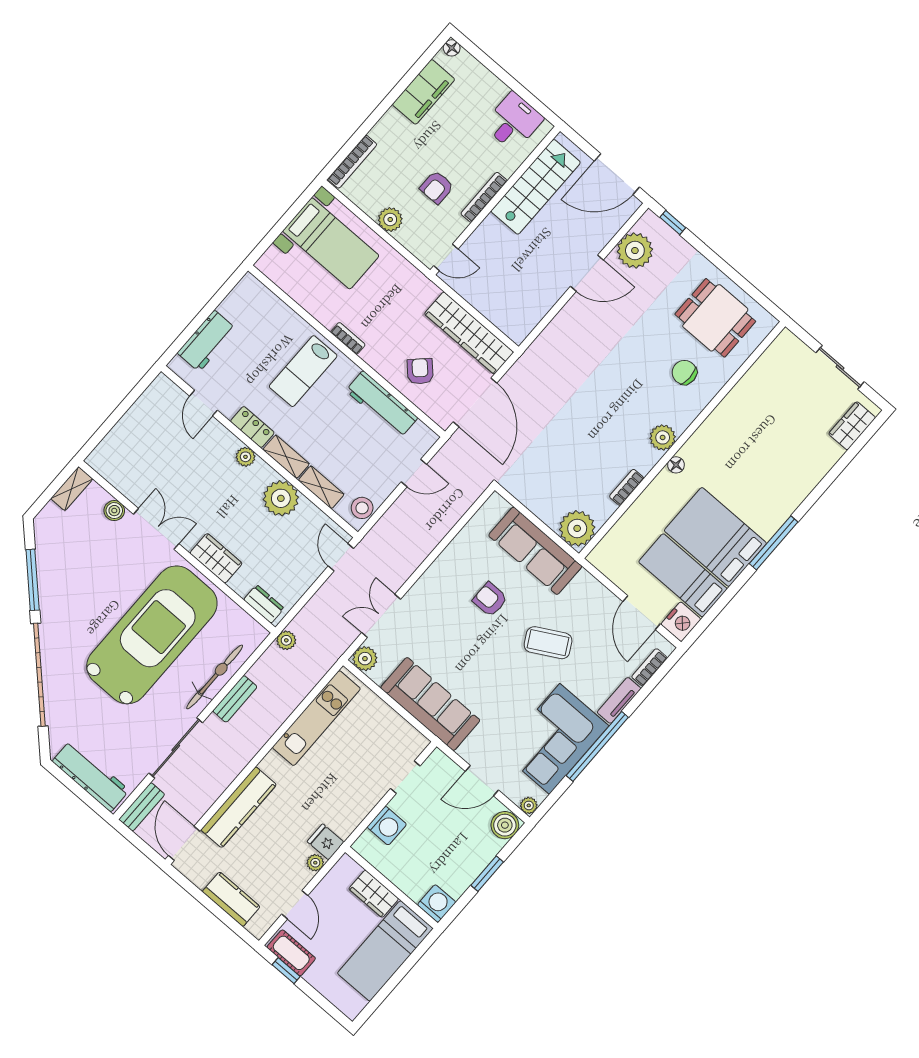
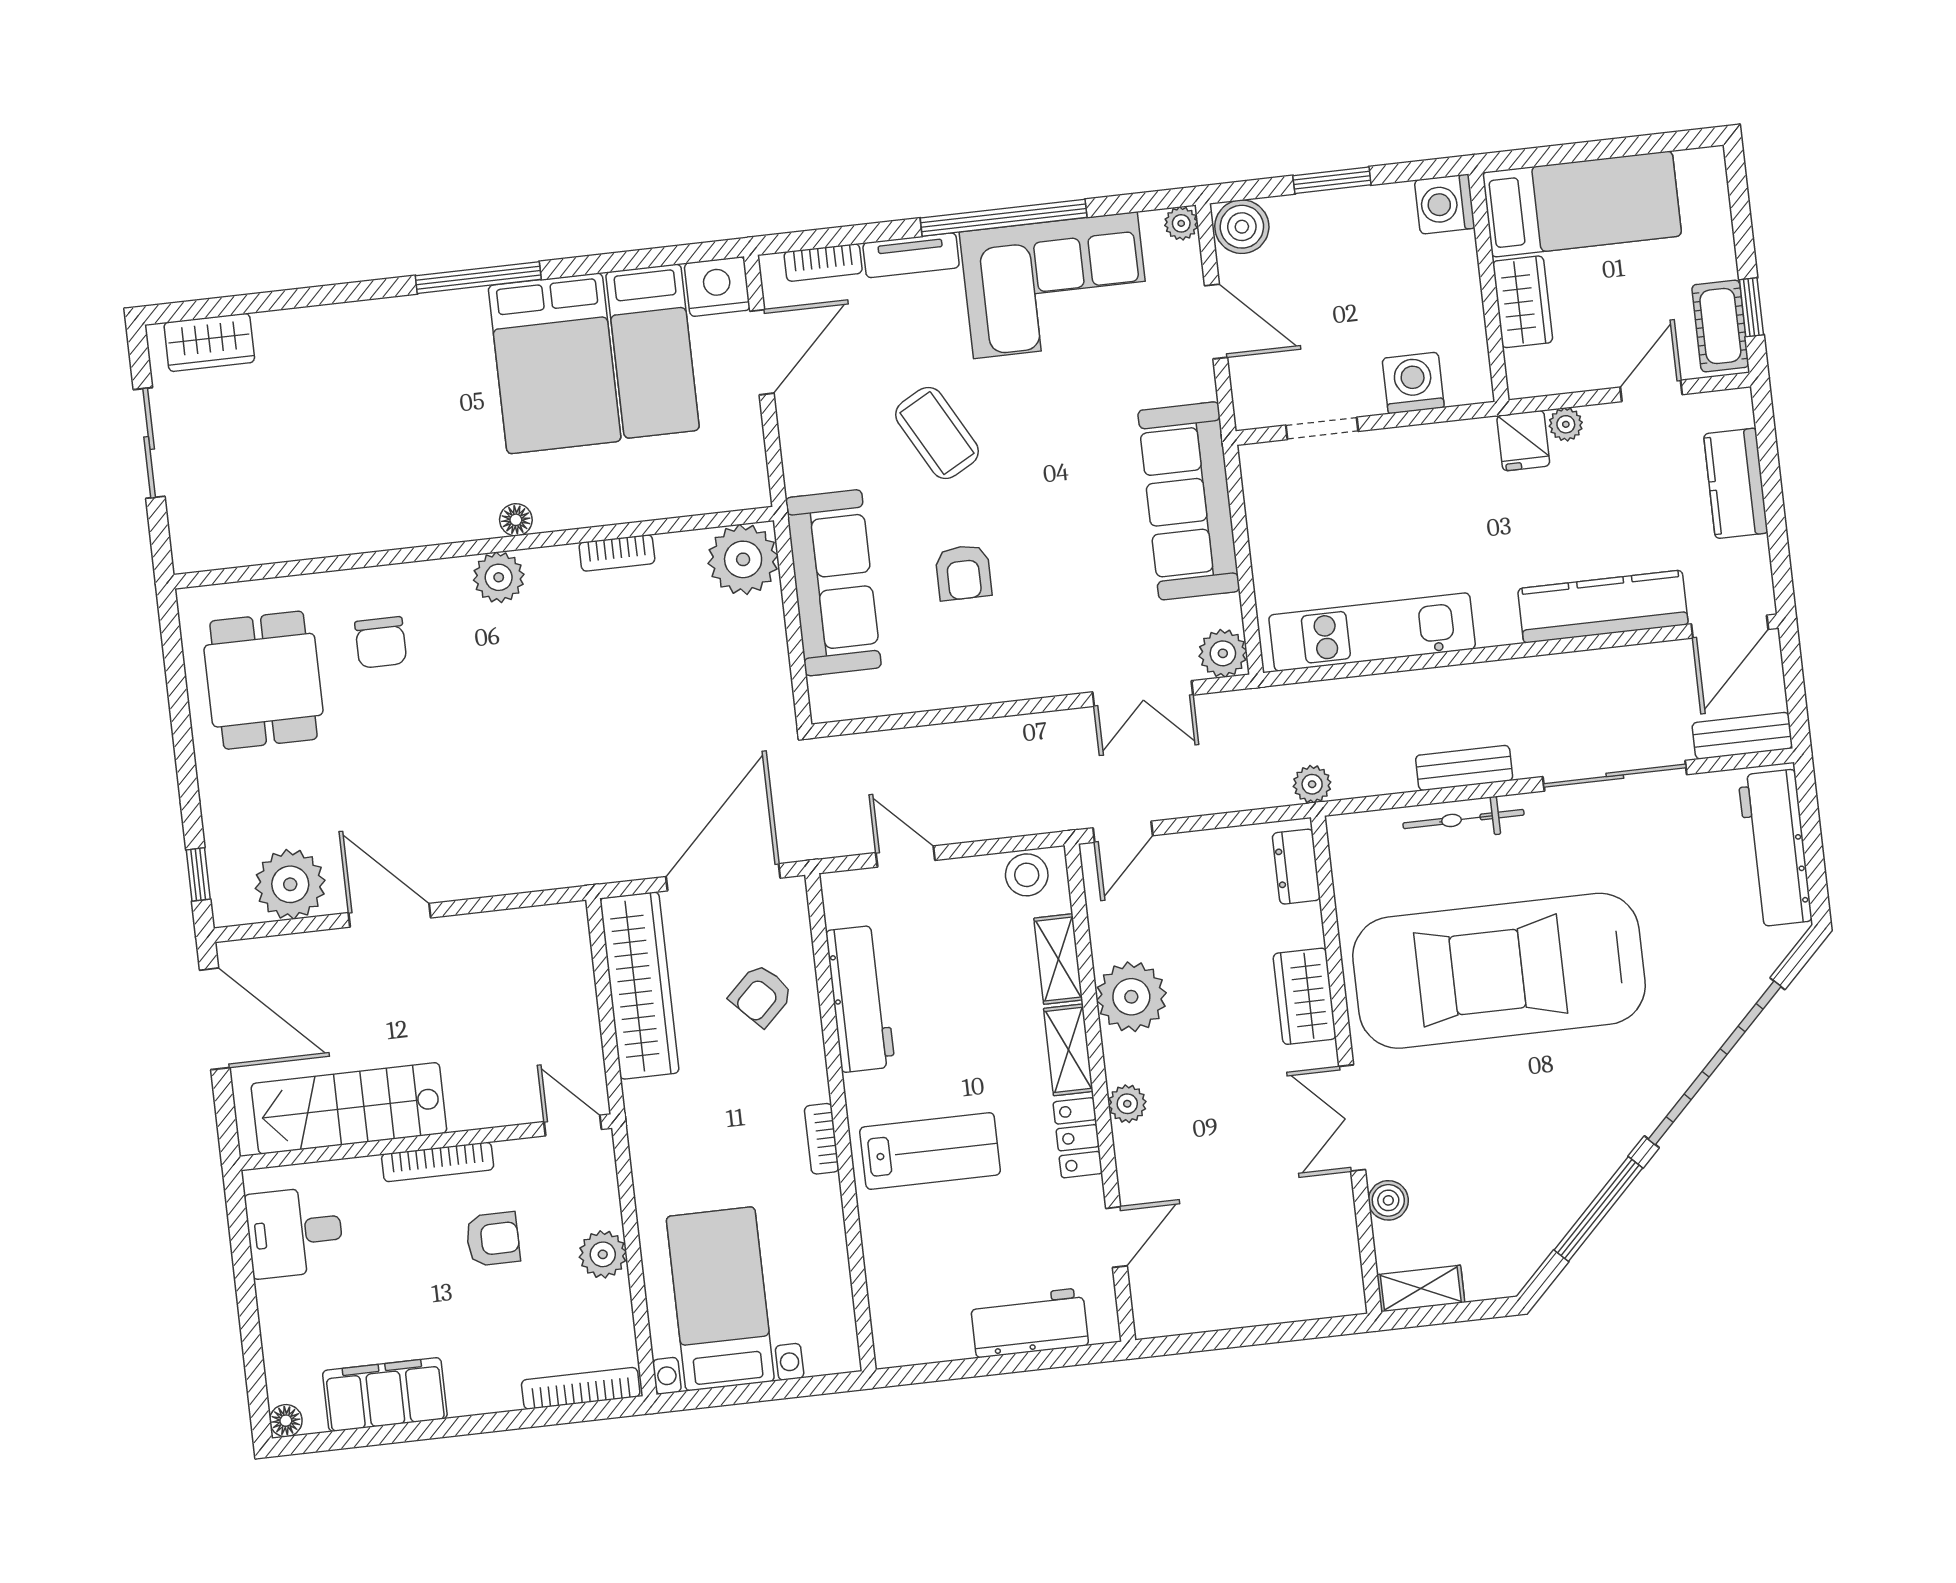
bicycle: (215, 677) -> (1463, 819), width x0.73, depth x0.71

